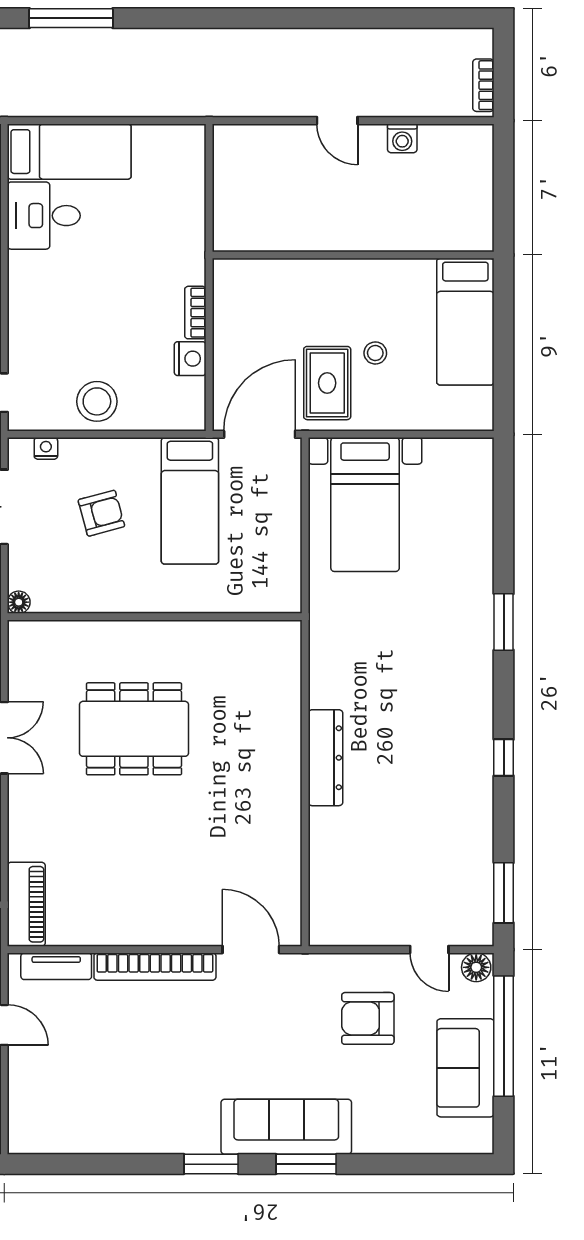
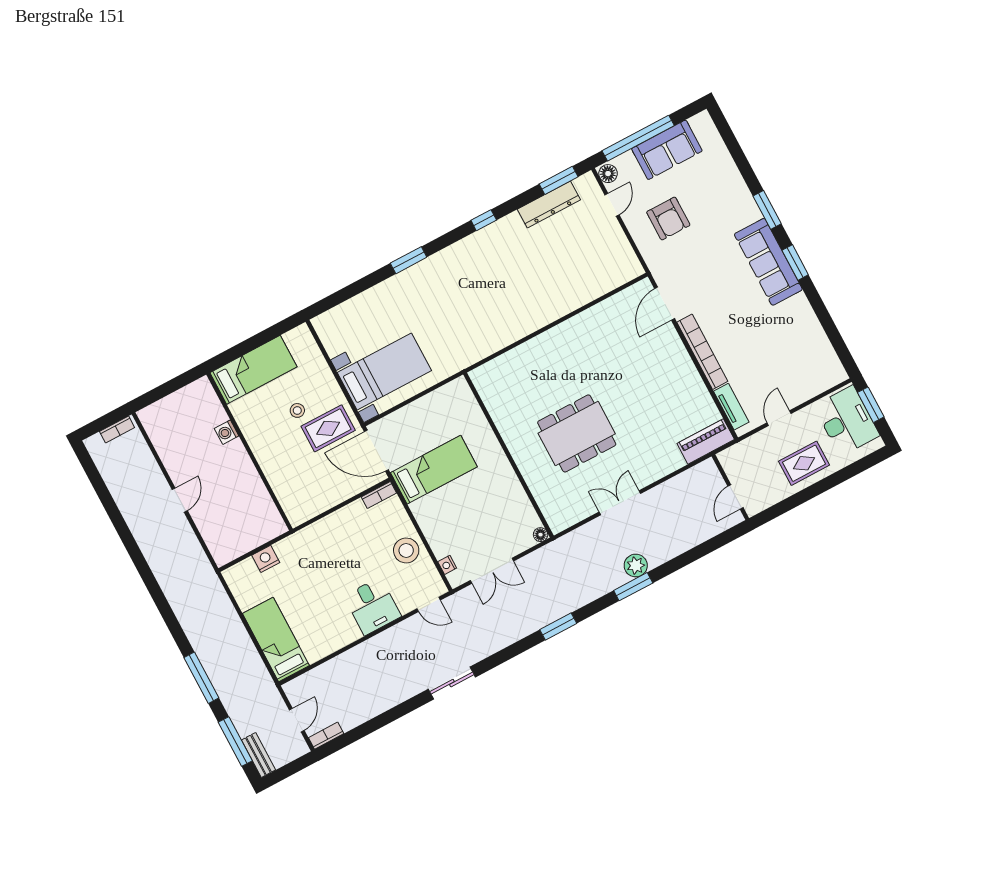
washing machine: (402, 138) -> (227, 432), moved, turned 180
desk: (44, 216) -> (372, 606), moved
bookcase: (195, 313) -> (379, 495), moved
nightstand: (190, 359) -> (266, 559), moved
armchair: (101, 513) -> (467, 515), removed
dining table: (134, 729) -> (577, 433), turned 90
dresser: (325, 758) -> (549, 205), moved, turned 180
sofa: (286, 1127) -> (768, 262), moved

